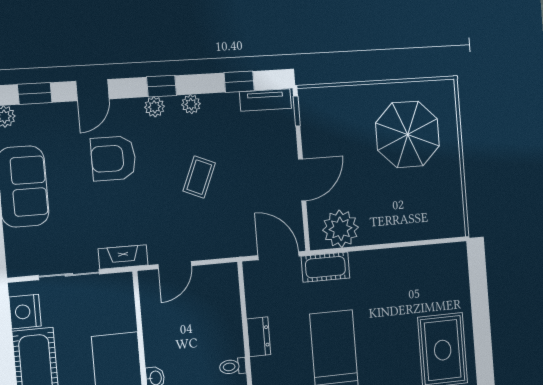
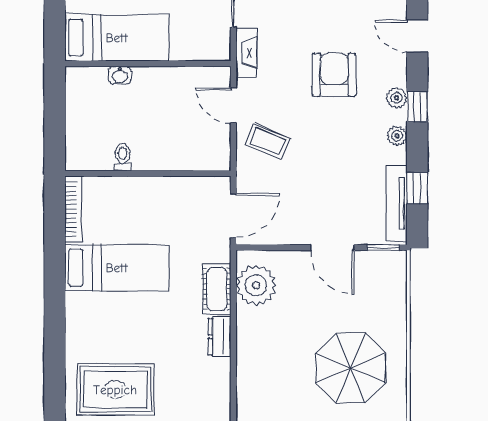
tv unit: (265, 100) -> (397, 204), width x1.41
armchair: (113, 158) -> (334, 75), moved
coffee table: (199, 177) -> (268, 142), moved
door: (302, 180) -> (332, 247), moved
cot: (325, 267) -> (217, 289), moved
dresser: (259, 337) -> (220, 337), moved, turned 90

